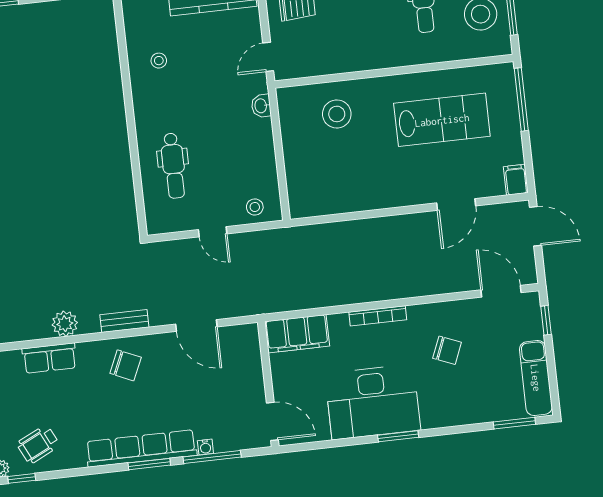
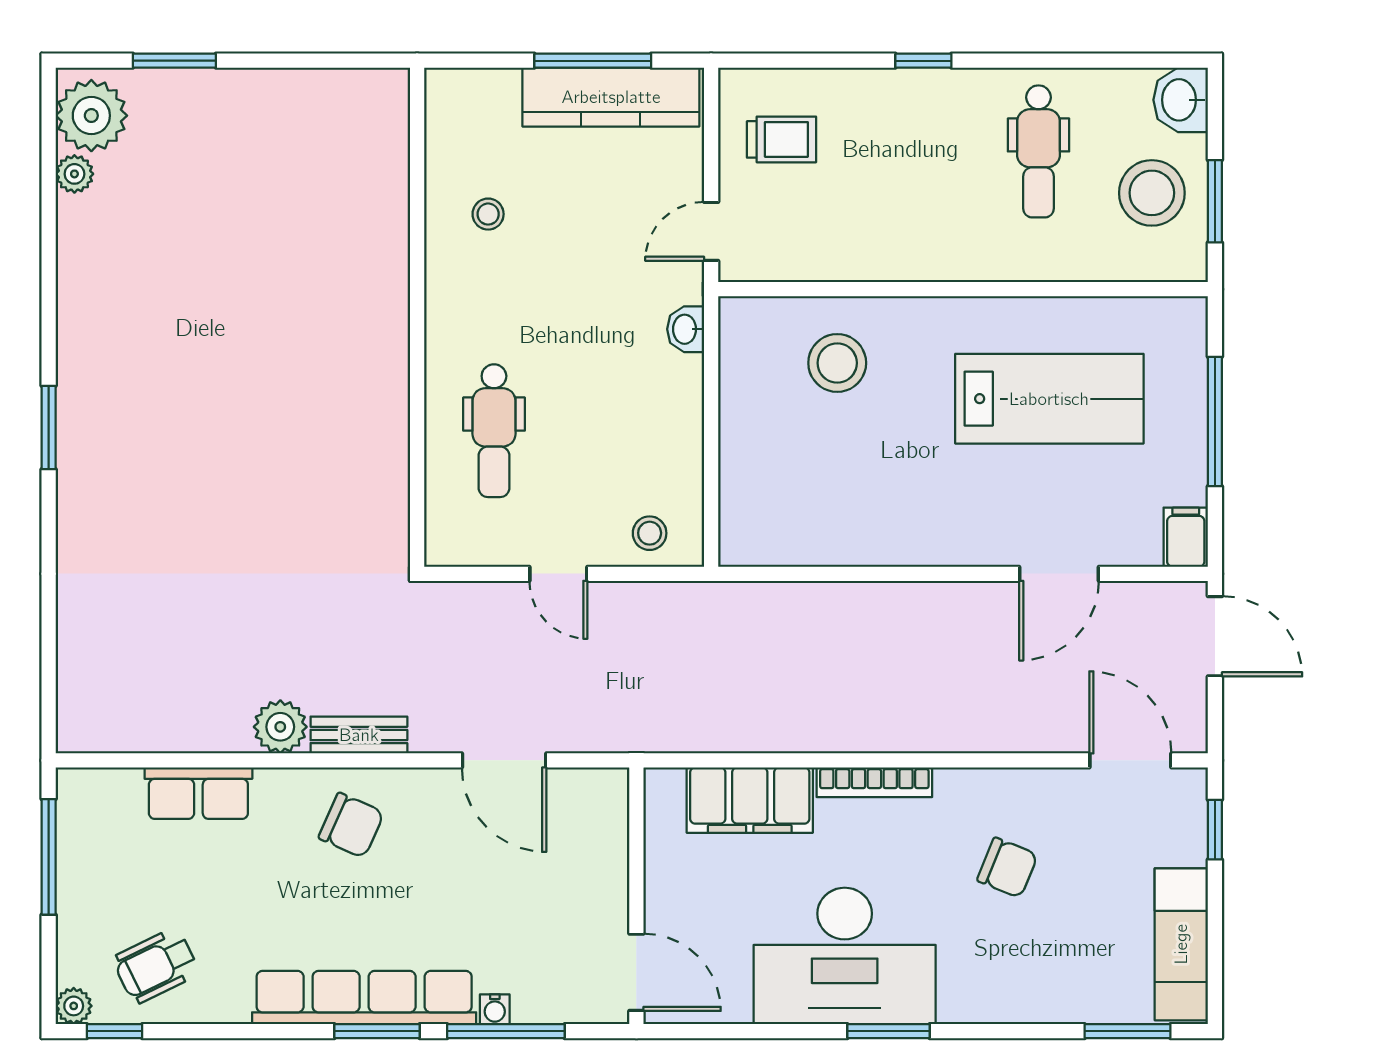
window: (521, 99) -> (1215, 421), moved
plant: (65, 324) -> (280, 727), moved
filing cabinet: (297, 334) -> (750, 800), moved

